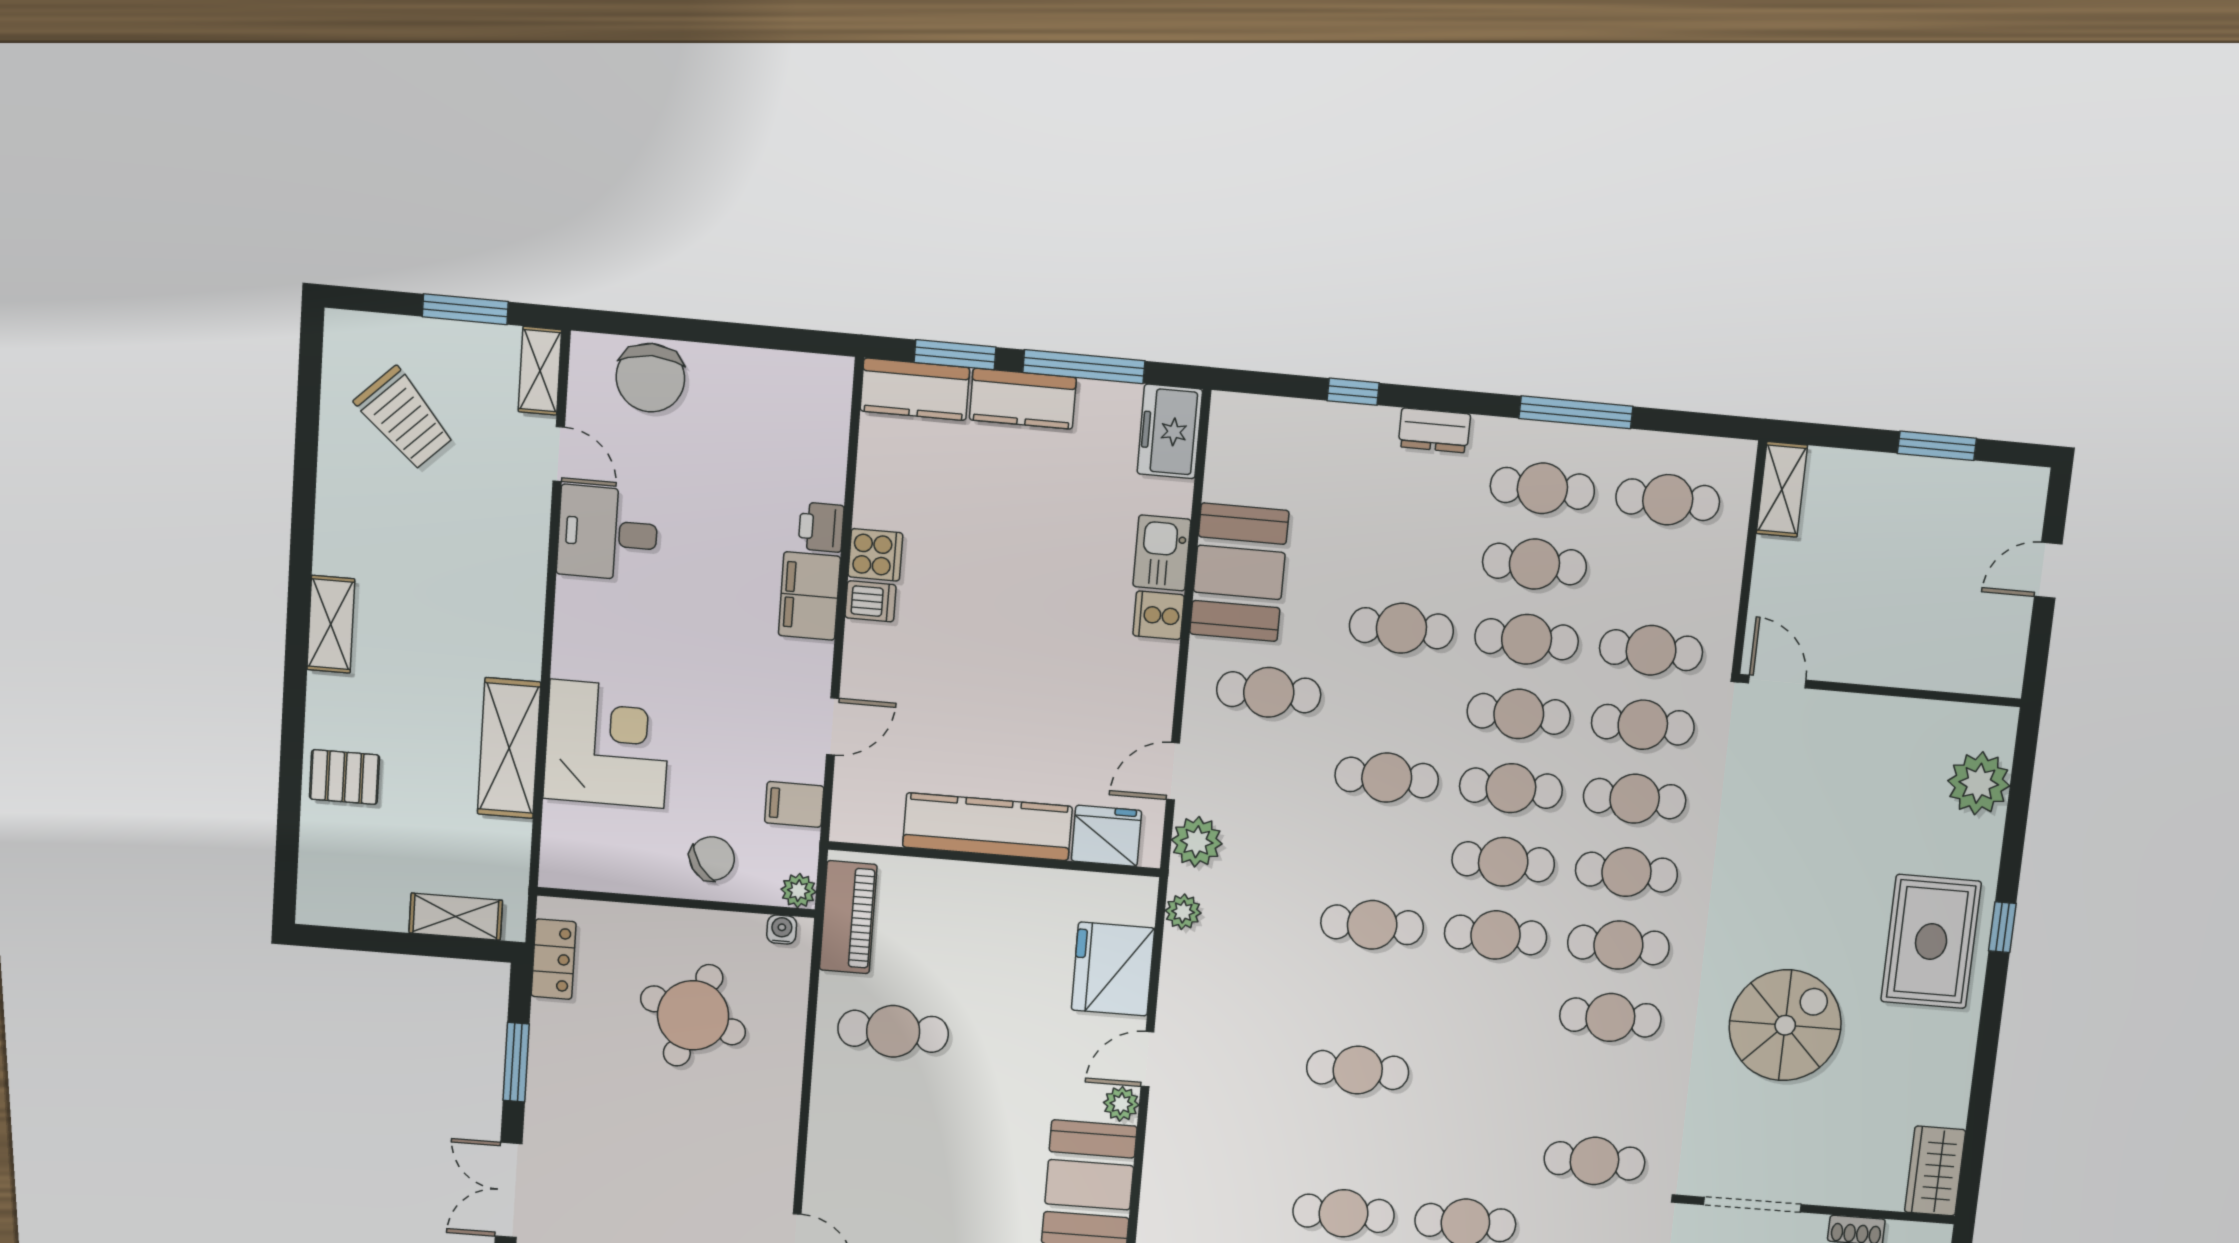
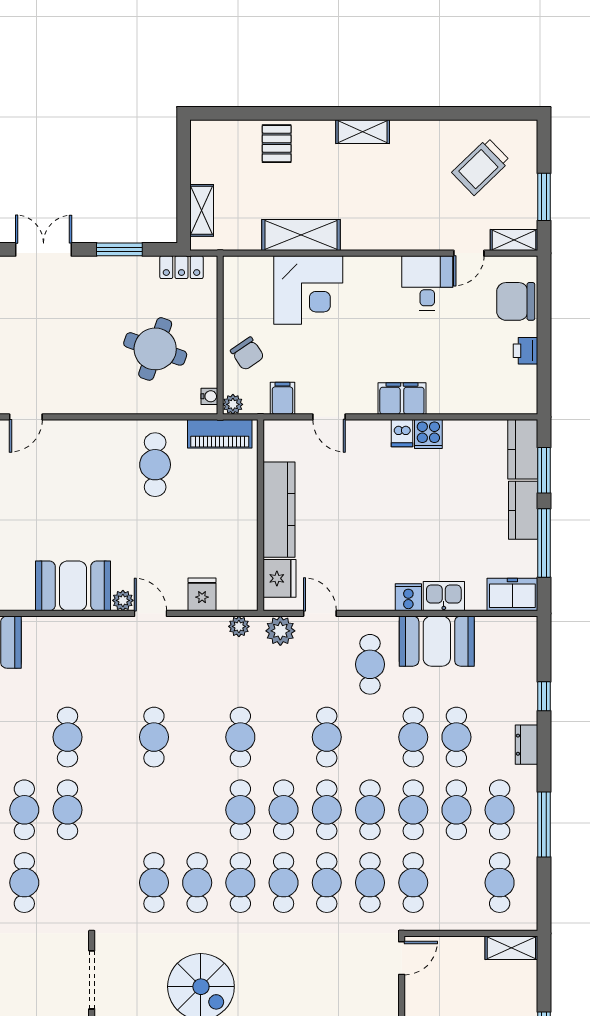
printer: (821, 527) -> (526, 351), moved, turned -90
cafe table: (1409, 553) -> (456, 737), added
fridge: (1113, 969) -> (202, 594), width x0.53, depth x0.75
cafe table: (1595, 1161) -> (154, 883), moved

